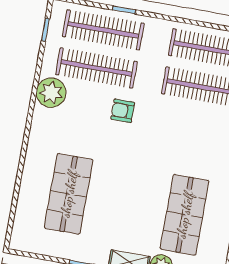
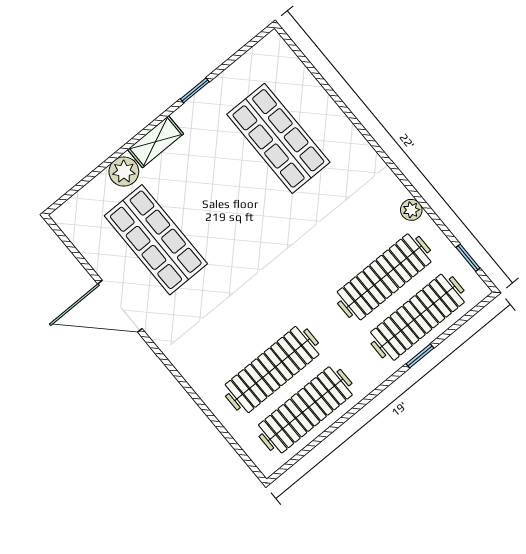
plant: (51, 93) -> (411, 210), width x0.53, depth x0.53
armchair: (123, 111) -> (317, 267), removed

